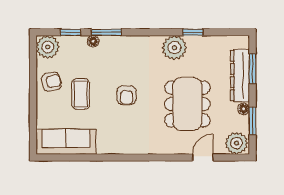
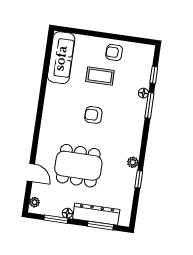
plant: (48, 47) -> (144, 54), removed
plant: (174, 48) -> (133, 162), width x0.53, depth x0.53
armchair: (51, 82) -> (114, 52), turned 104
plant: (237, 143) -> (34, 202), width x0.53, depth x0.53

